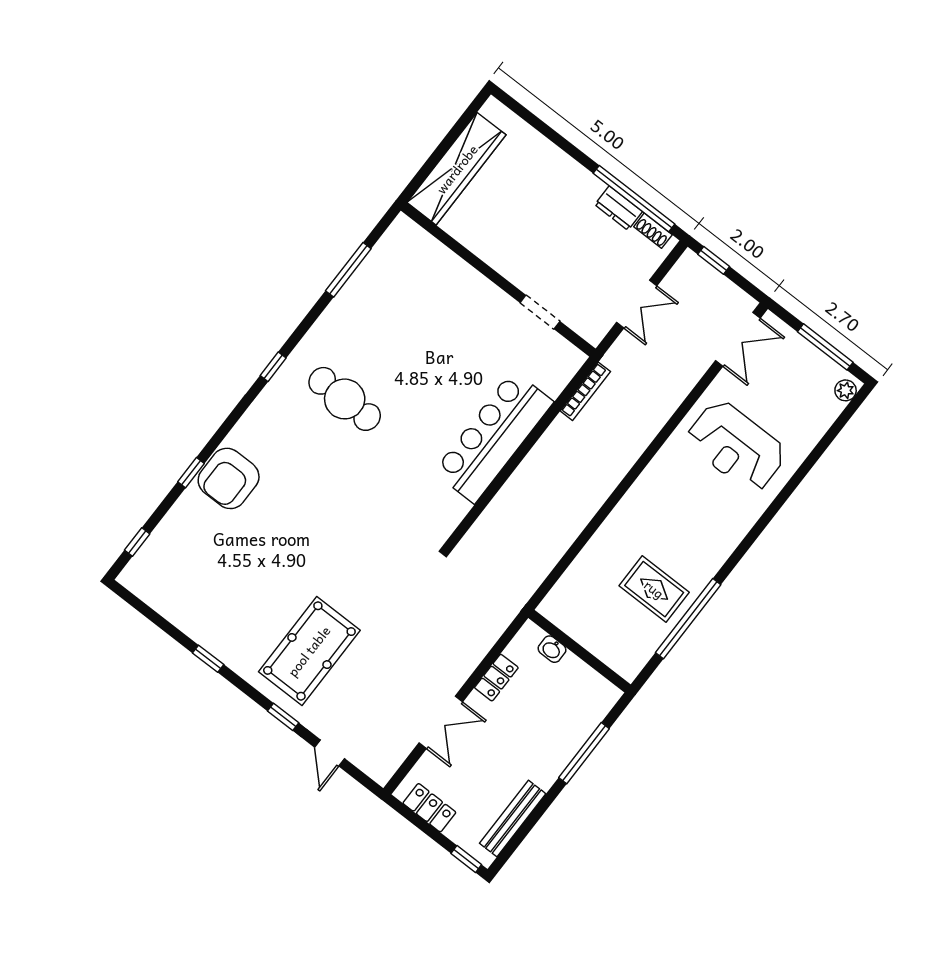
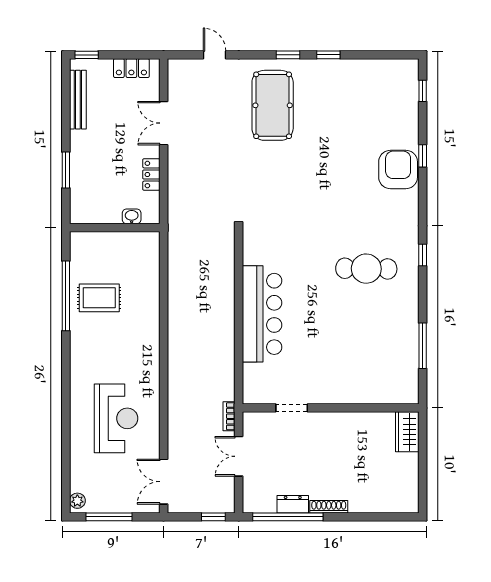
wardrobe: (457, 169) -> (407, 432), width x0.48, depth x0.85
shoe rack: (653, 231) -> (329, 507), moved, width x1.43
bookcase: (585, 391) -> (229, 416), moved, width x0.64
reception desk: (736, 446) -> (116, 418), turned 90
window: (283, 717) -> (288, 55), moved
window: (584, 753) -> (66, 170), width x0.69

